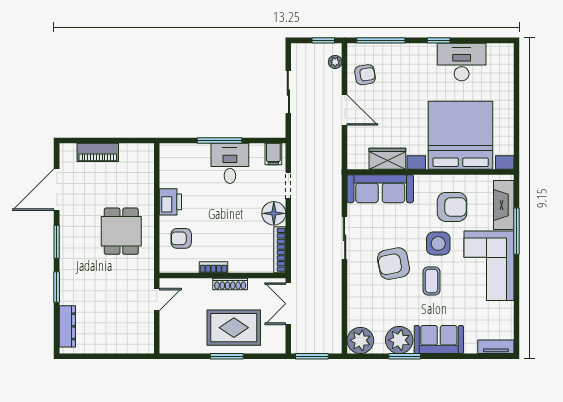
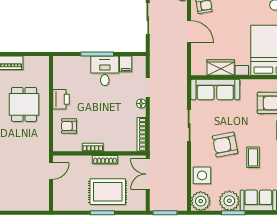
filing cabinet: (273, 154) -> (126, 64), moved
floor lamp: (274, 213) -> (141, 104), width x0.53, depth x0.53
dining table: (121, 231) -> (24, 104), moved
side table: (438, 243) -> (202, 175), moved

